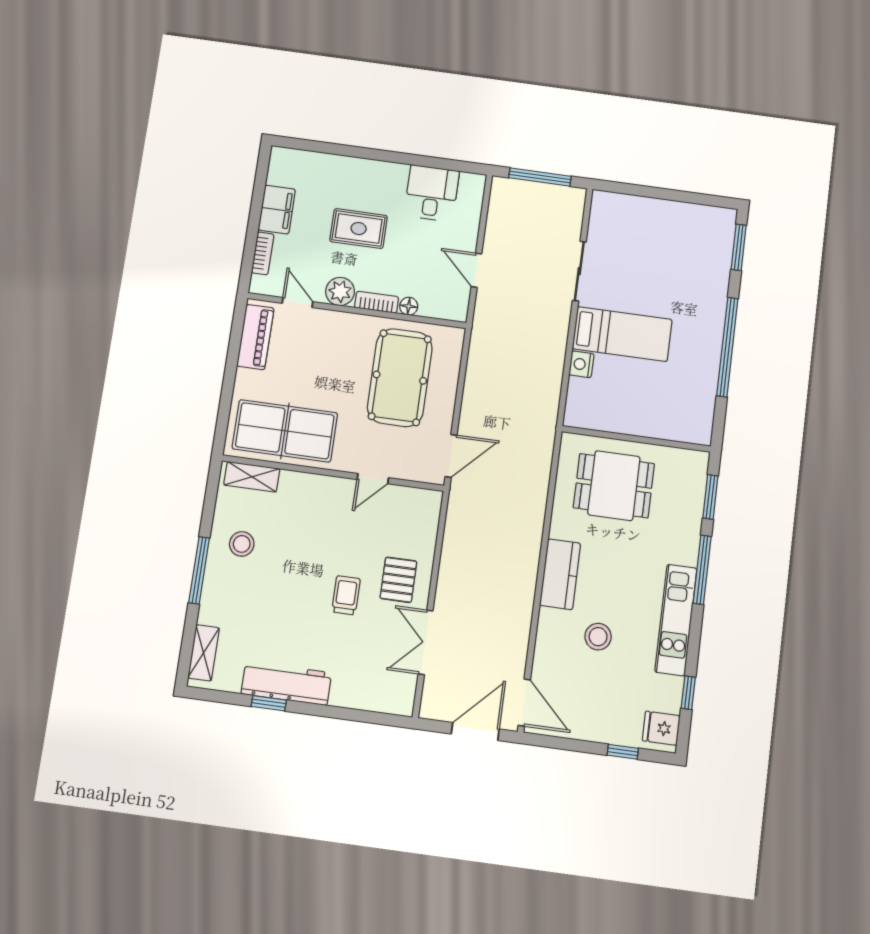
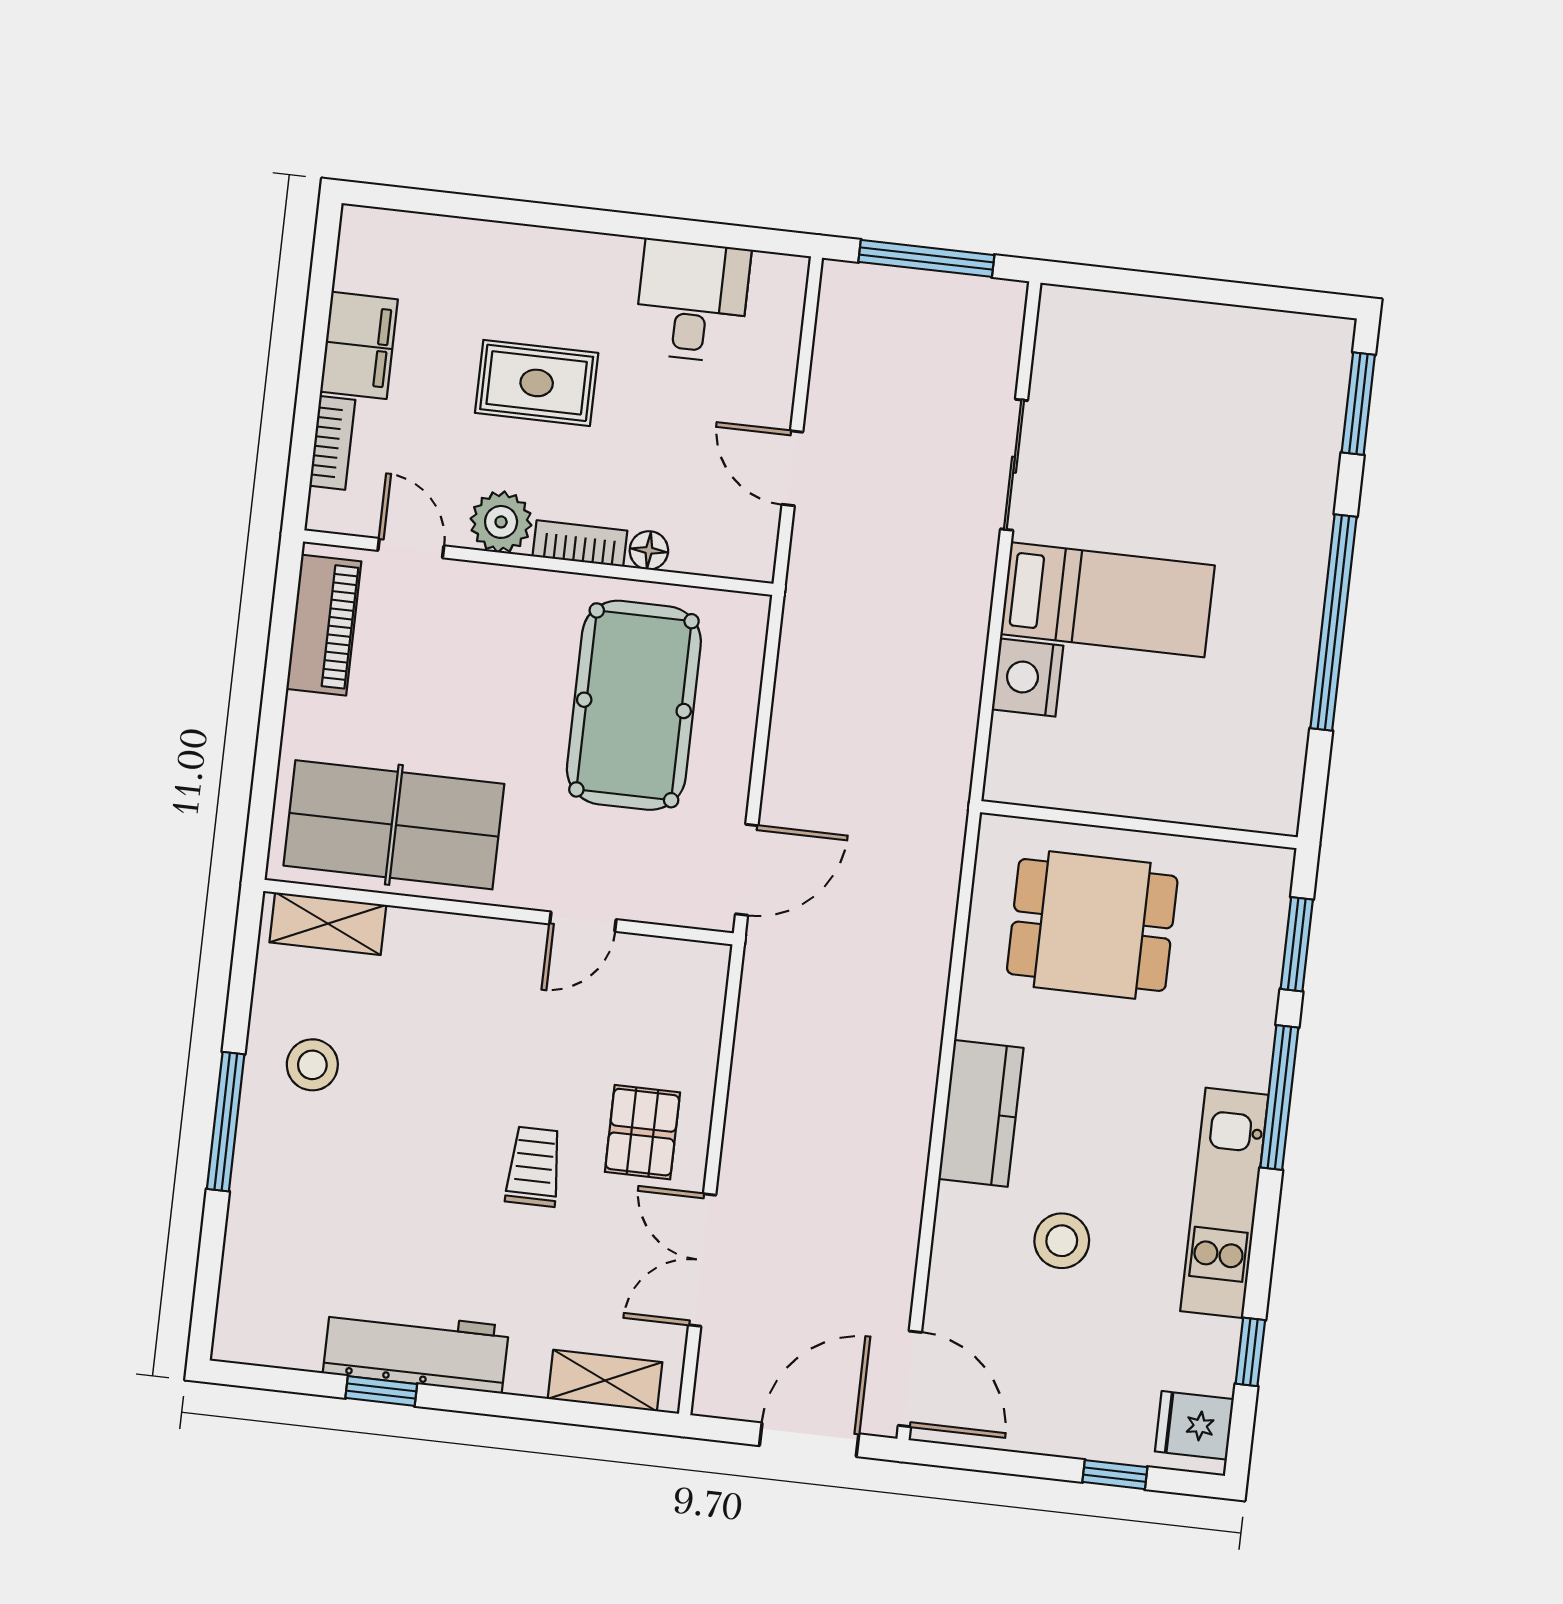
nightstand: (581, 364) -> (1028, 678), width x1.36, depth x1.33
shelving: (204, 653) -> (605, 1381), moved, turned 90

